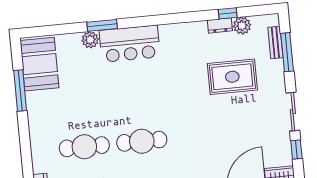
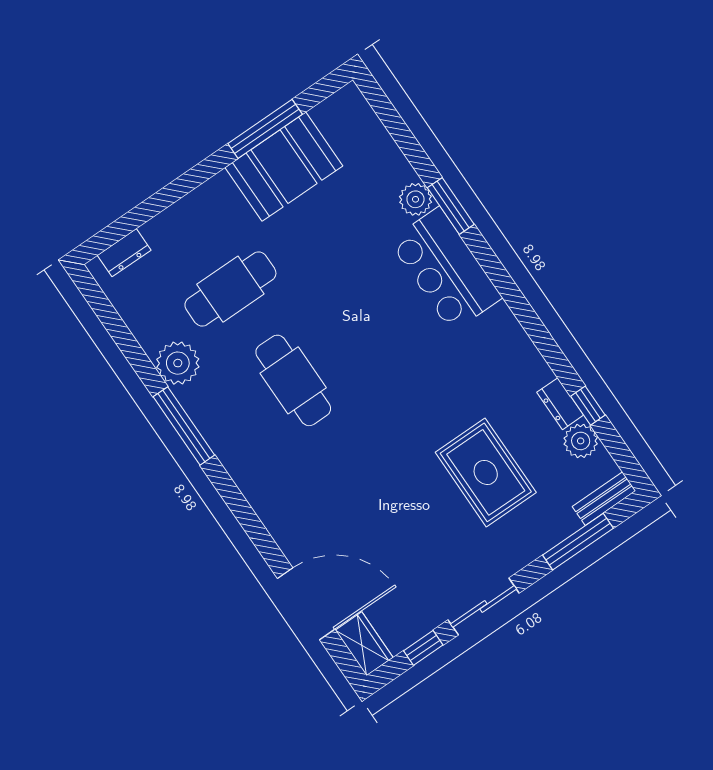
bench: (275, 43) -> (604, 499), moved
booth: (39, 64) -> (284, 167), moved
cafe table: (84, 147) -> (230, 289), turned 90

